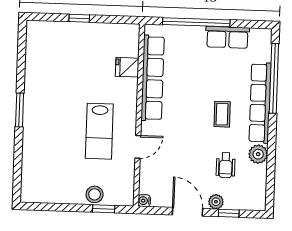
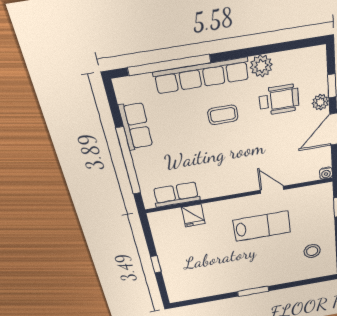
row of seats: (153, 78) -> (176, 195), width x0.50
wheelchair: (226, 165) -> (279, 100), width x1.36, depth x1.37
stool: (95, 194) -> (312, 251), moved

